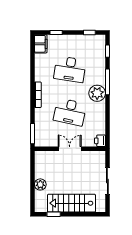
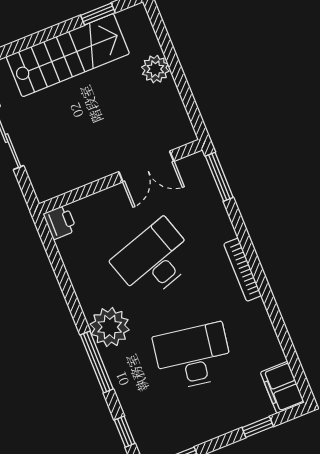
desk: (70, 112) -> (154, 260), turned -30
double door: (70, 149) -> (146, 167), moved

